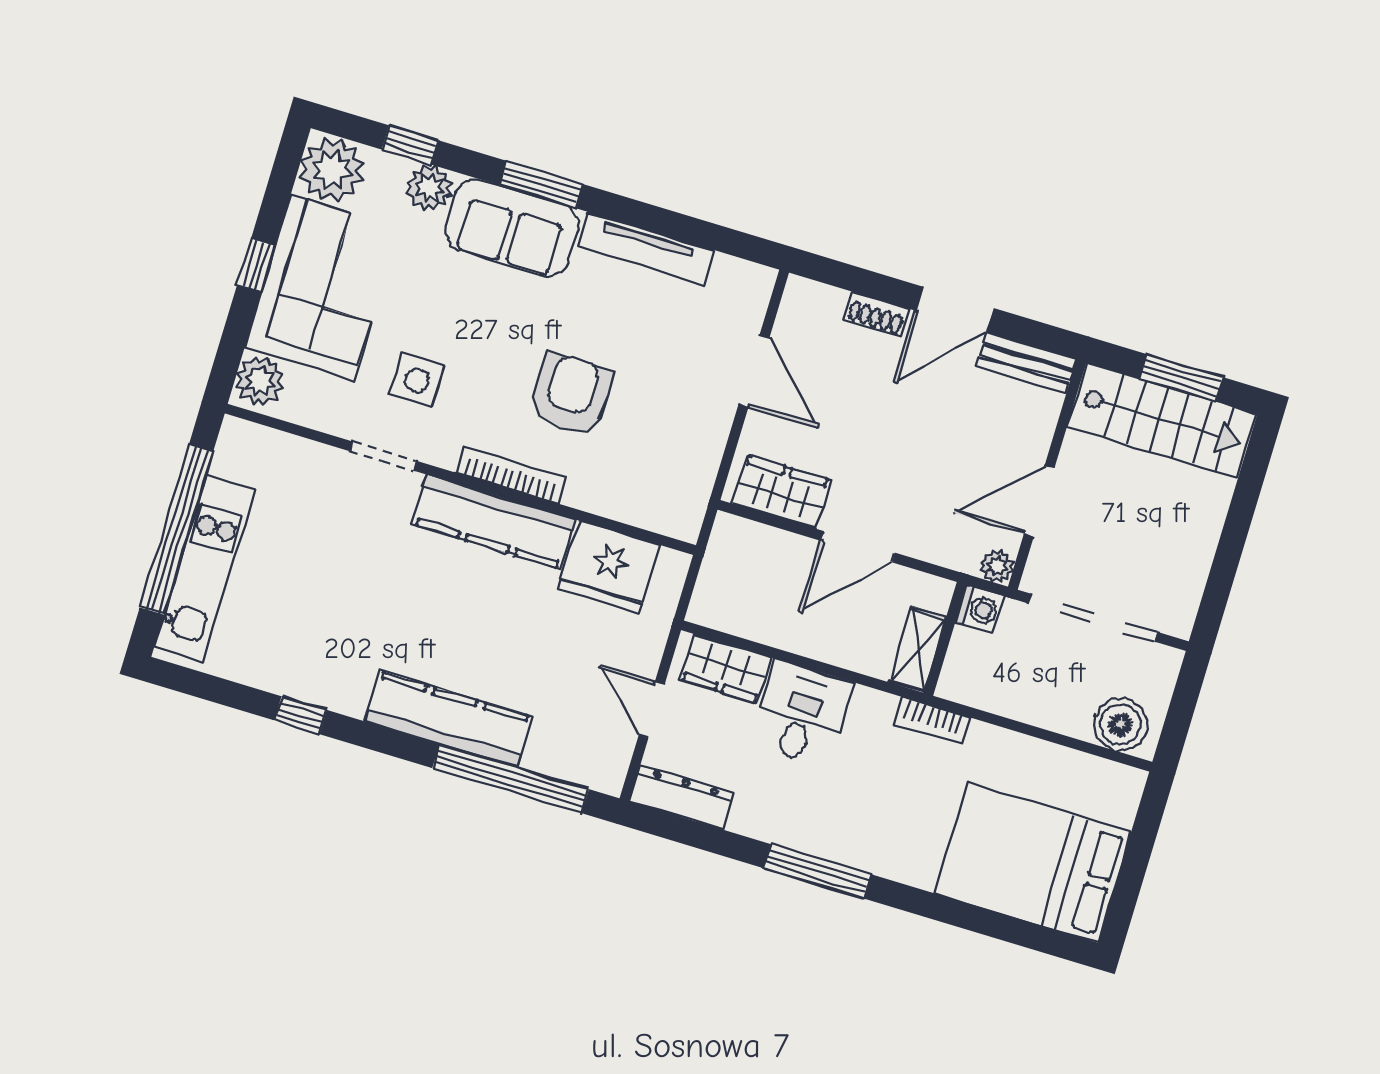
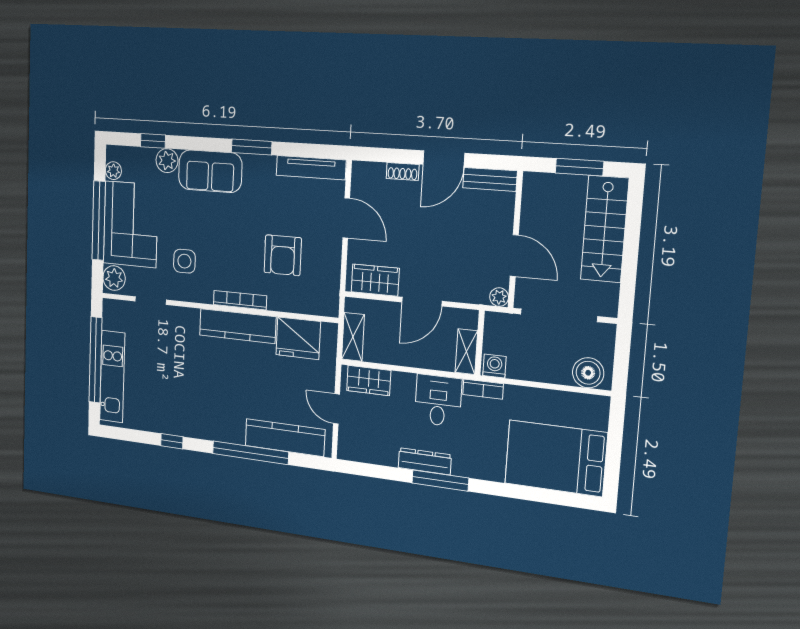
plant: (332, 170) -> (113, 171), width x0.53, depth x0.53
window: (541, 185) -> (252, 147), moved
tv unit: (646, 248) -> (311, 168), moved
window: (256, 266) -> (99, 221), width x3.17
armchair: (571, 394) -> (283, 255), moved, turned 180
stairs: (1161, 420) -> (605, 229), moved, turned 90
doorway: (383, 456) -> (151, 300), moved
door: (1039, 501) -> (514, 256), swing flipped
shelving: (715, 585) -> (353, 337), added
washing machine: (980, 609) -> (495, 366), moved, turned -90
desk: (802, 713) -> (438, 400), moved
kitchen counter: (448, 719) -> (285, 438), moved
window: (511, 779) -> (250, 453), moved
dresser: (681, 797) -> (425, 461), moved

